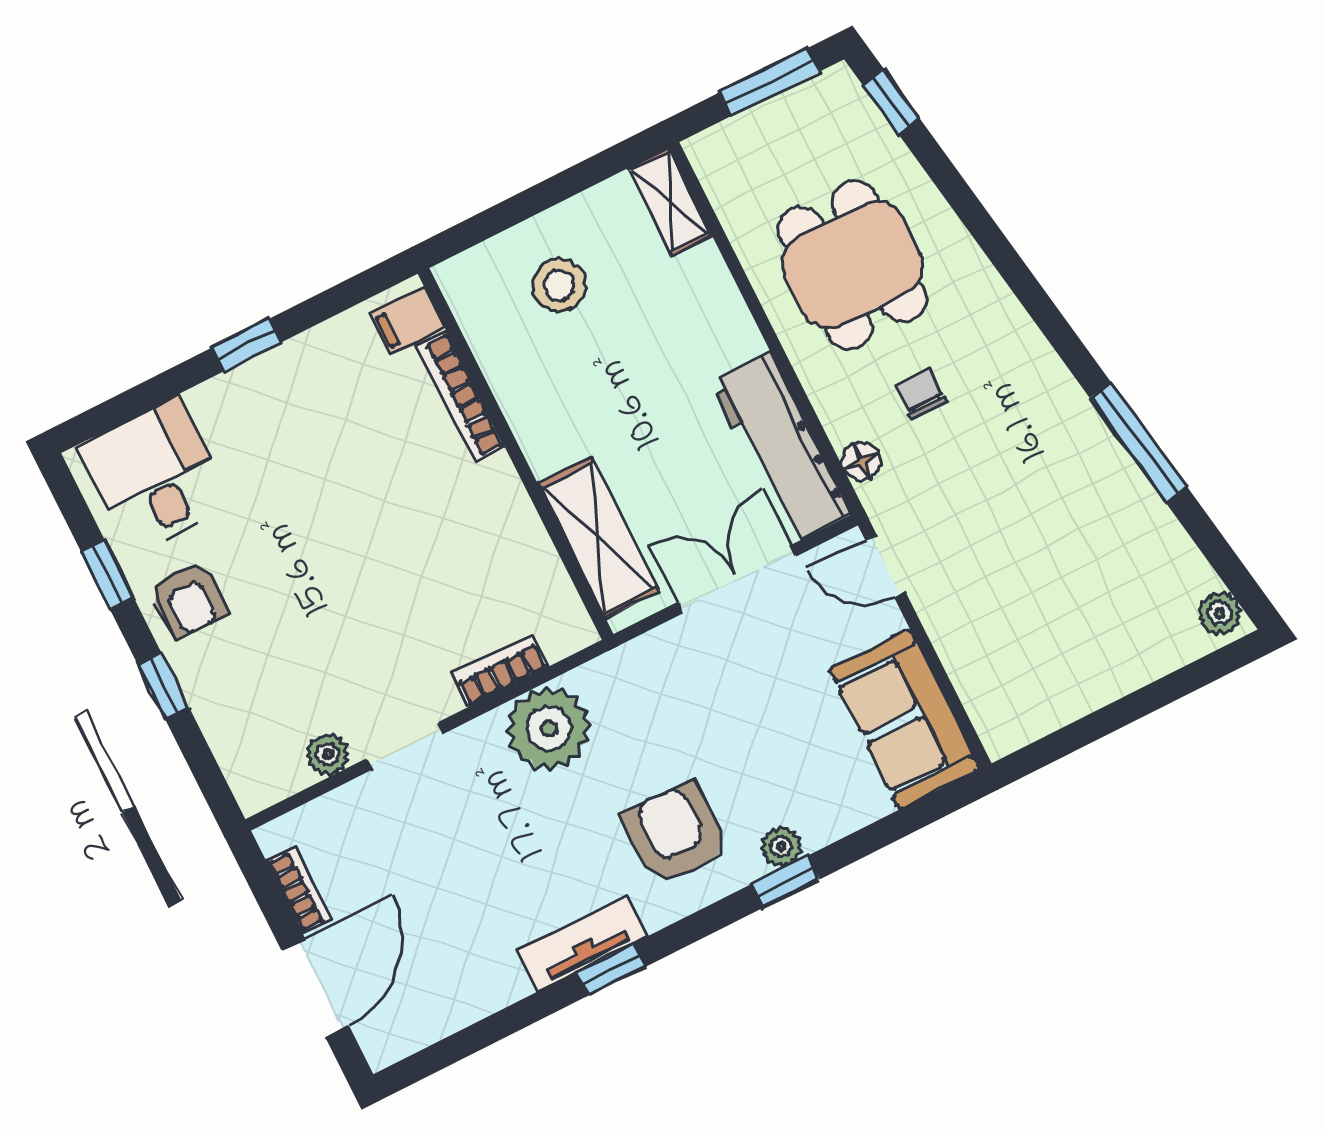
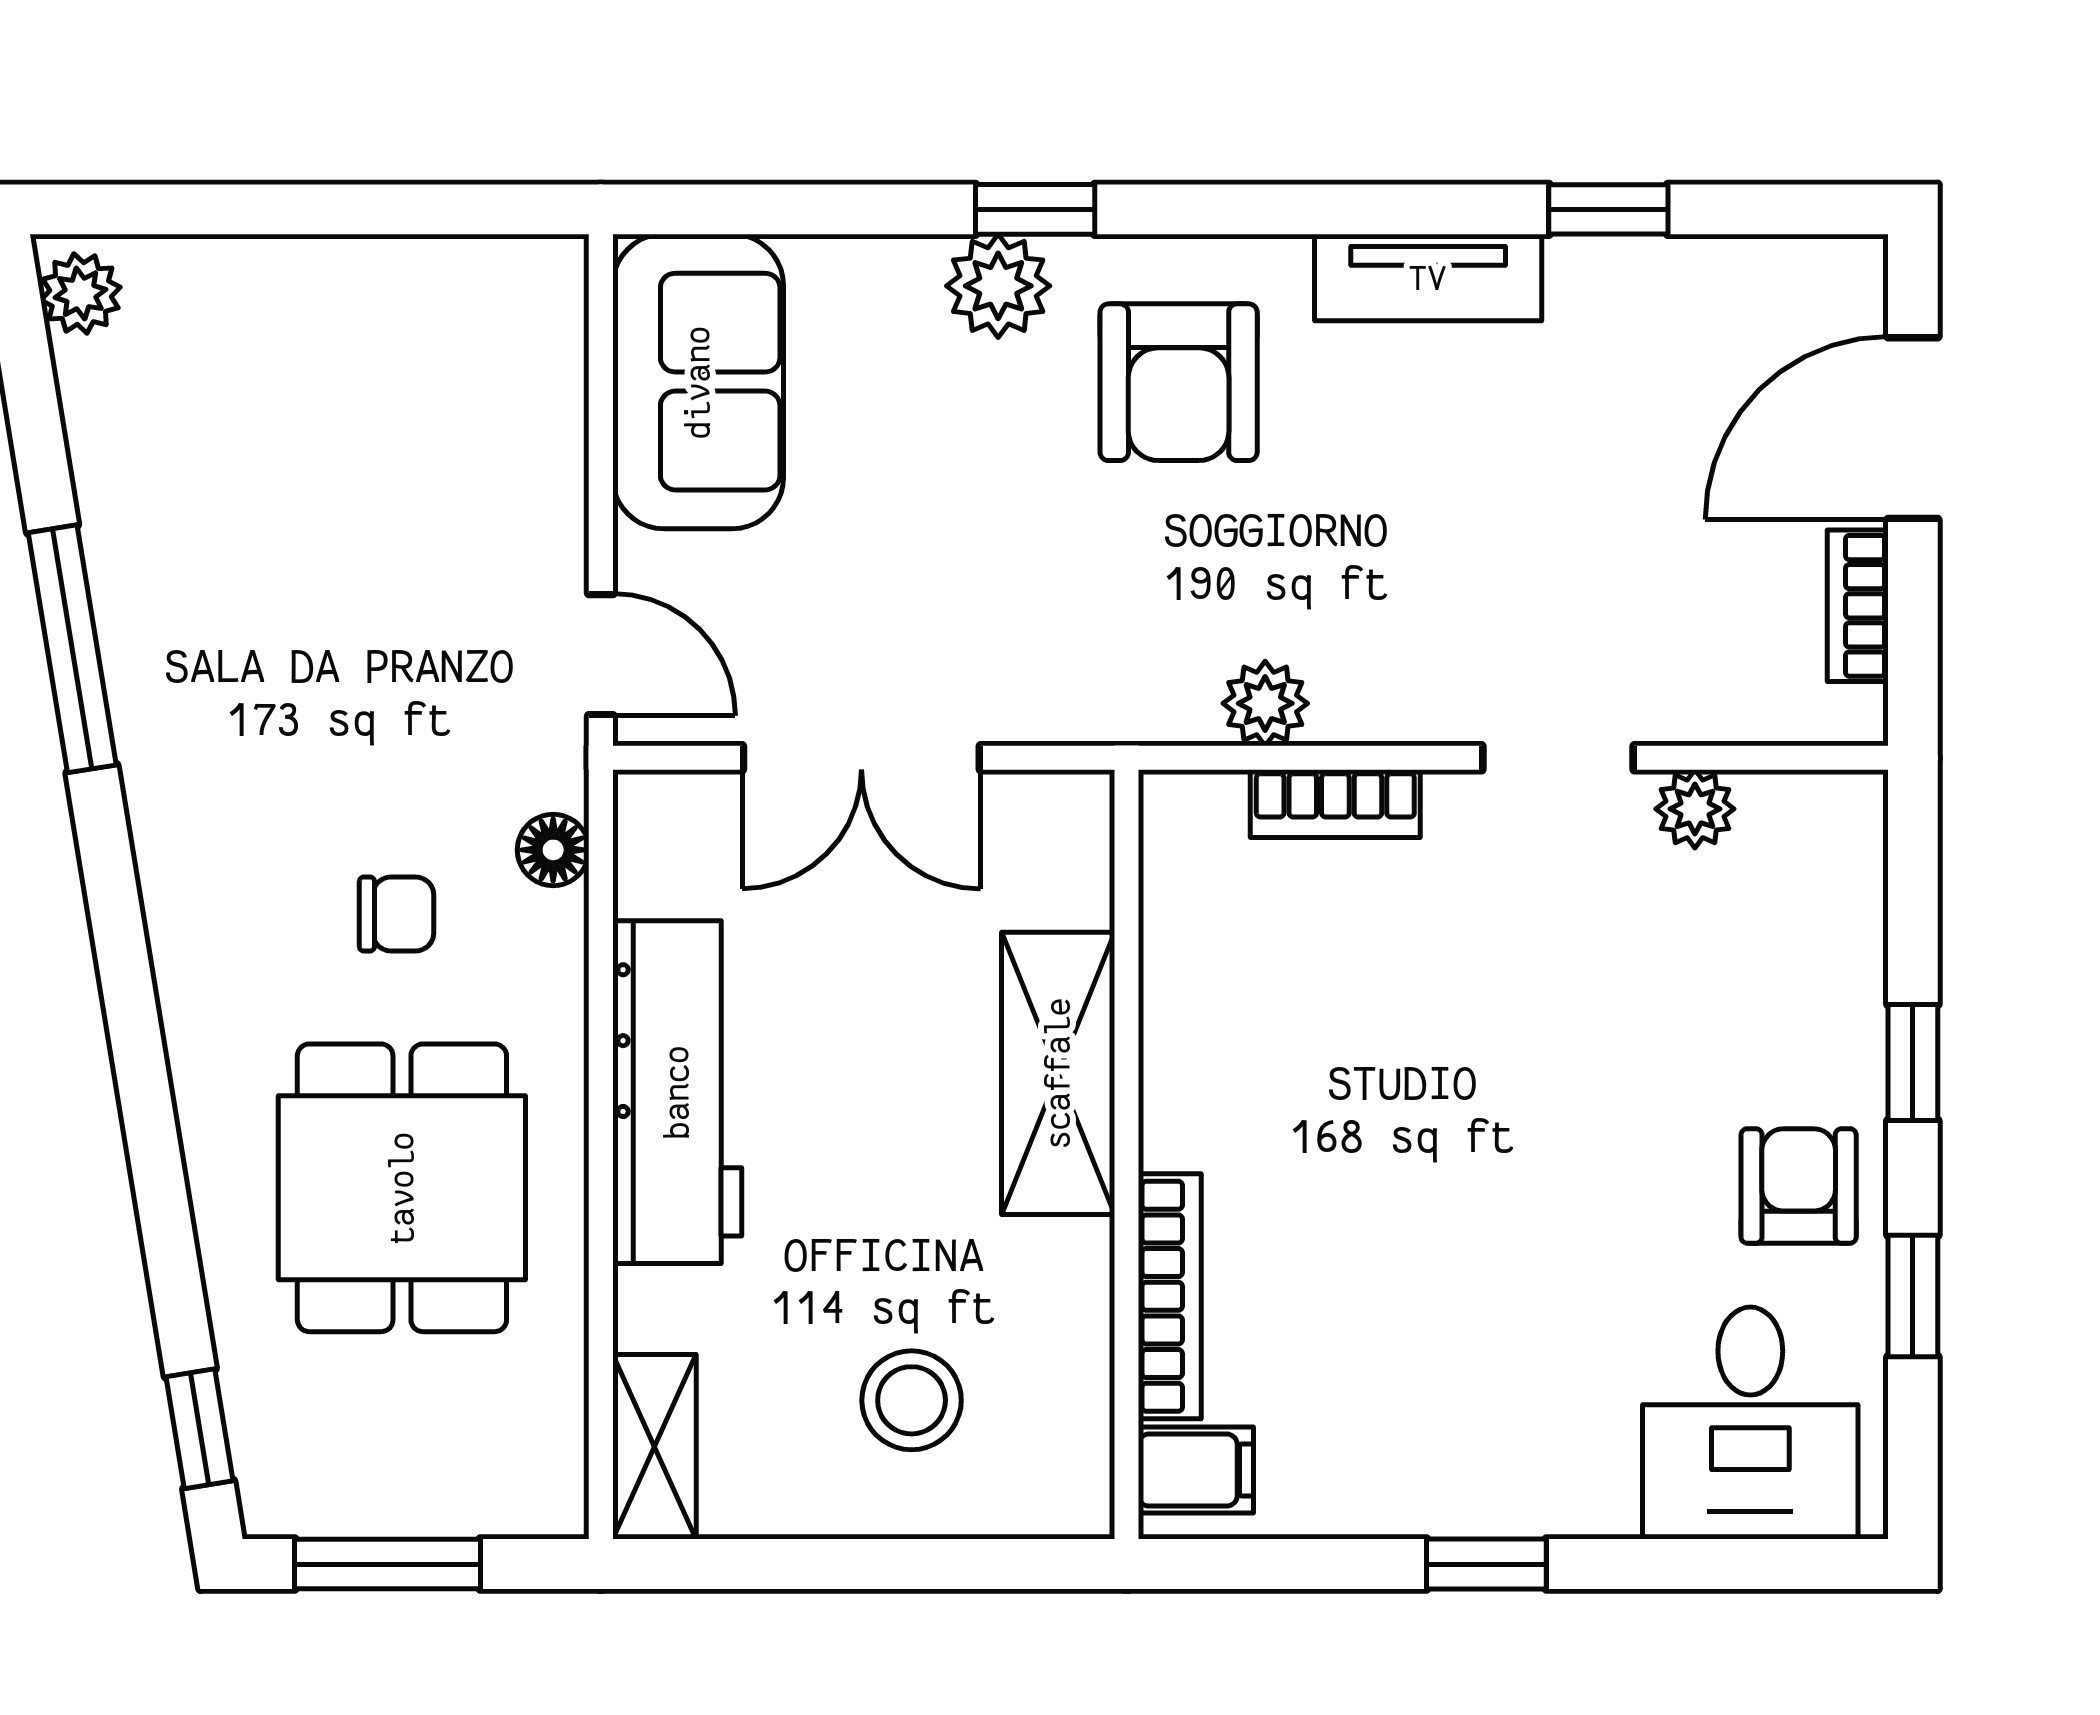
chair: (920, 394) -> (397, 914), turned -90
workbench: (780, 448) -> (677, 1092), moved
shelving: (598, 538) -> (1058, 1073), moved
plant: (549, 728) -> (1265, 703), width x0.53, depth x0.53
plant: (781, 847) -> (998, 286), width x1.38, depth x1.38
window: (611, 969) -> (1608, 209), moved

